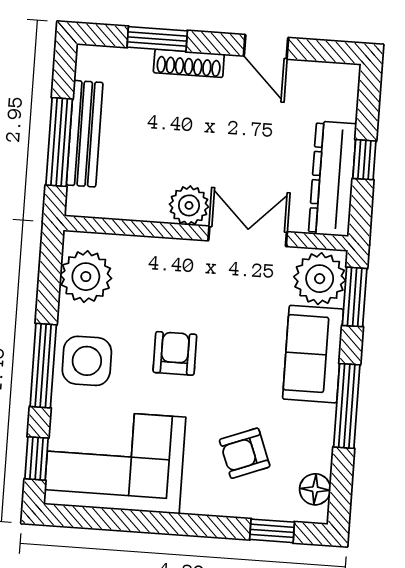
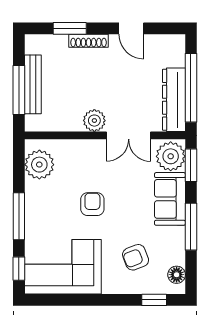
window: (364, 160) -> (191, 88), width x3.17
double door: (248, 236) -> (129, 135), swing flipped
side table: (87, 361) -> (43, 212), removed

